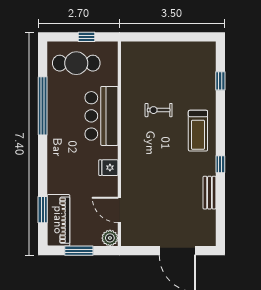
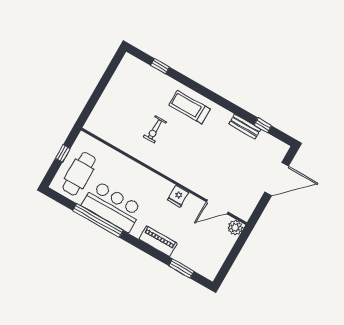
bar counter: (102, 116) -> (112, 206), moved, turned 180
treadmill: (198, 131) -> (190, 107), turned 180
window: (220, 164) -> (263, 125), moved
piano: (58, 220) -> (158, 241), moved, width x0.73, depth x0.75
window: (79, 251) -> (231, 258), removed

